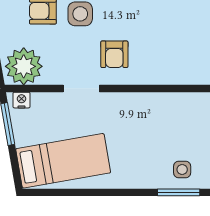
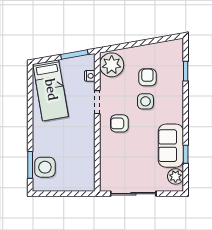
nightstand: (22, 100) -> (90, 76), moved
side table: (182, 170) -> (45, 167), width x1.87, depth x1.87

